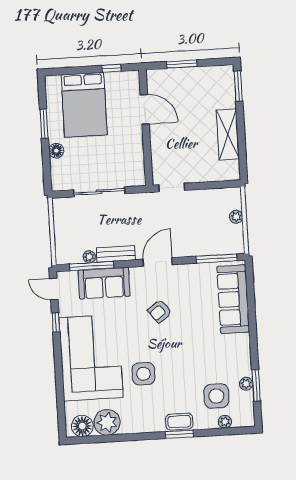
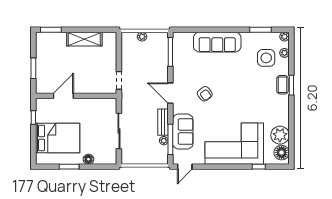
sofa: (233, 299) -> (217, 42), moved
window: (56, 323) -> (259, 167), moved
side table: (143, 374) -> (248, 108), removed
plant: (246, 384) -> (284, 37), moved

